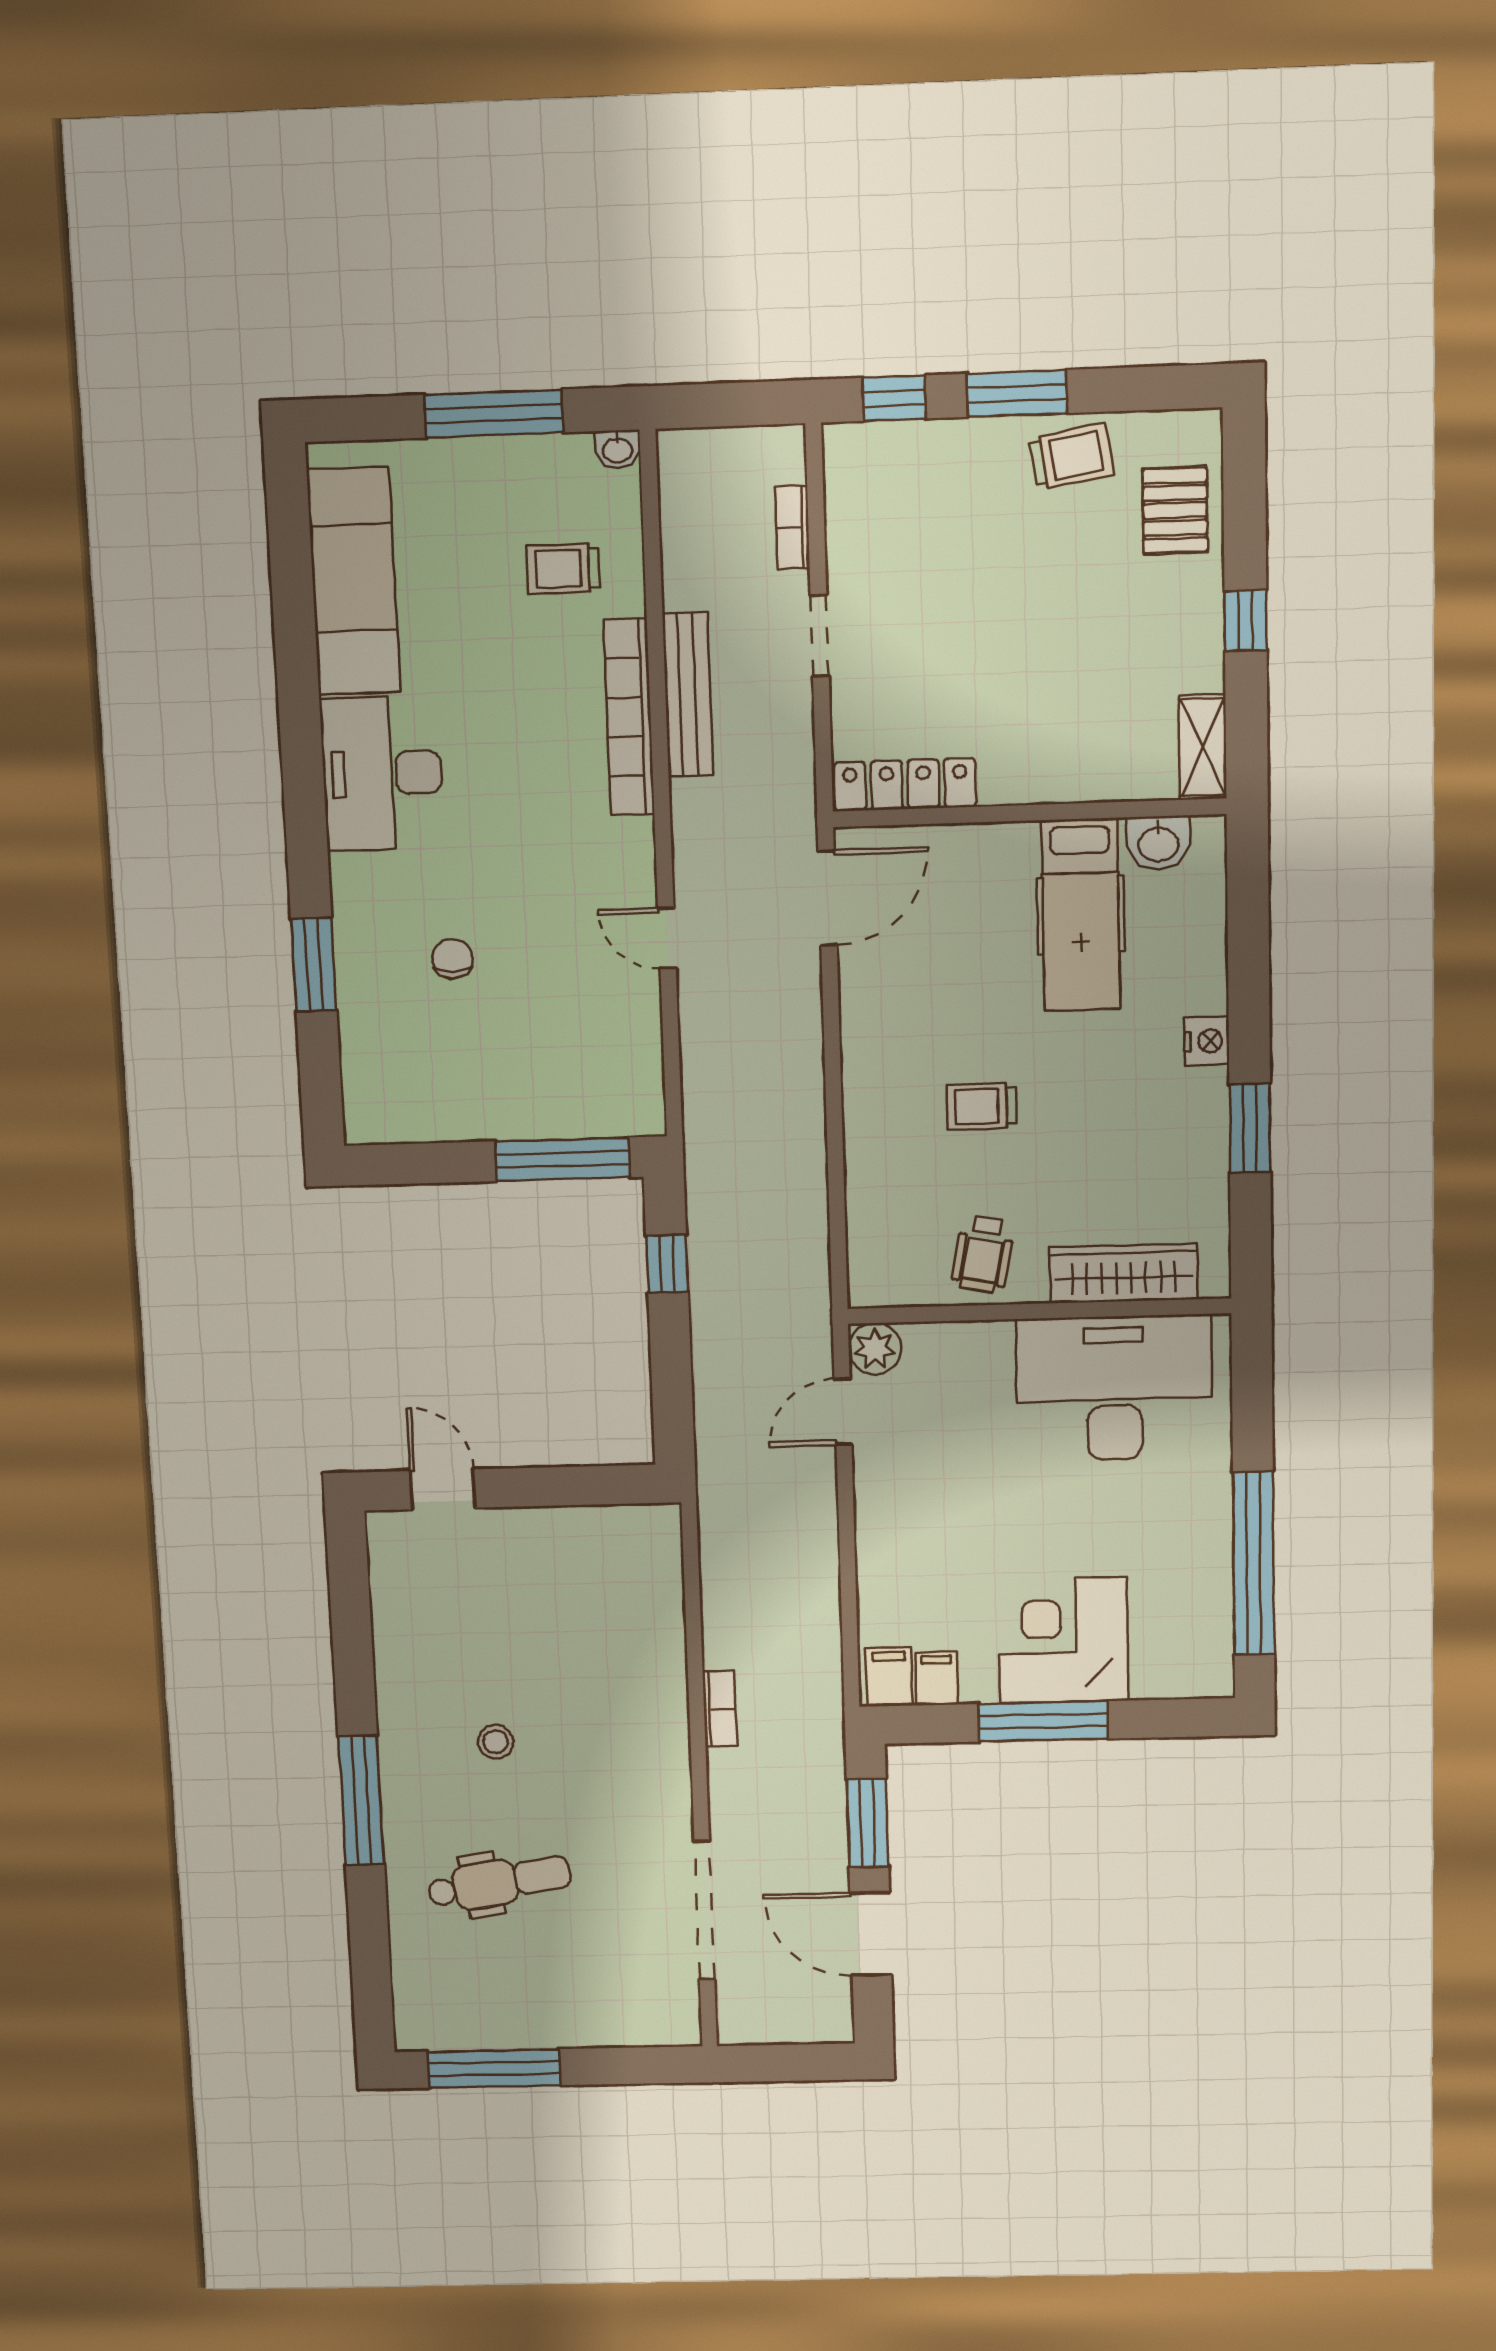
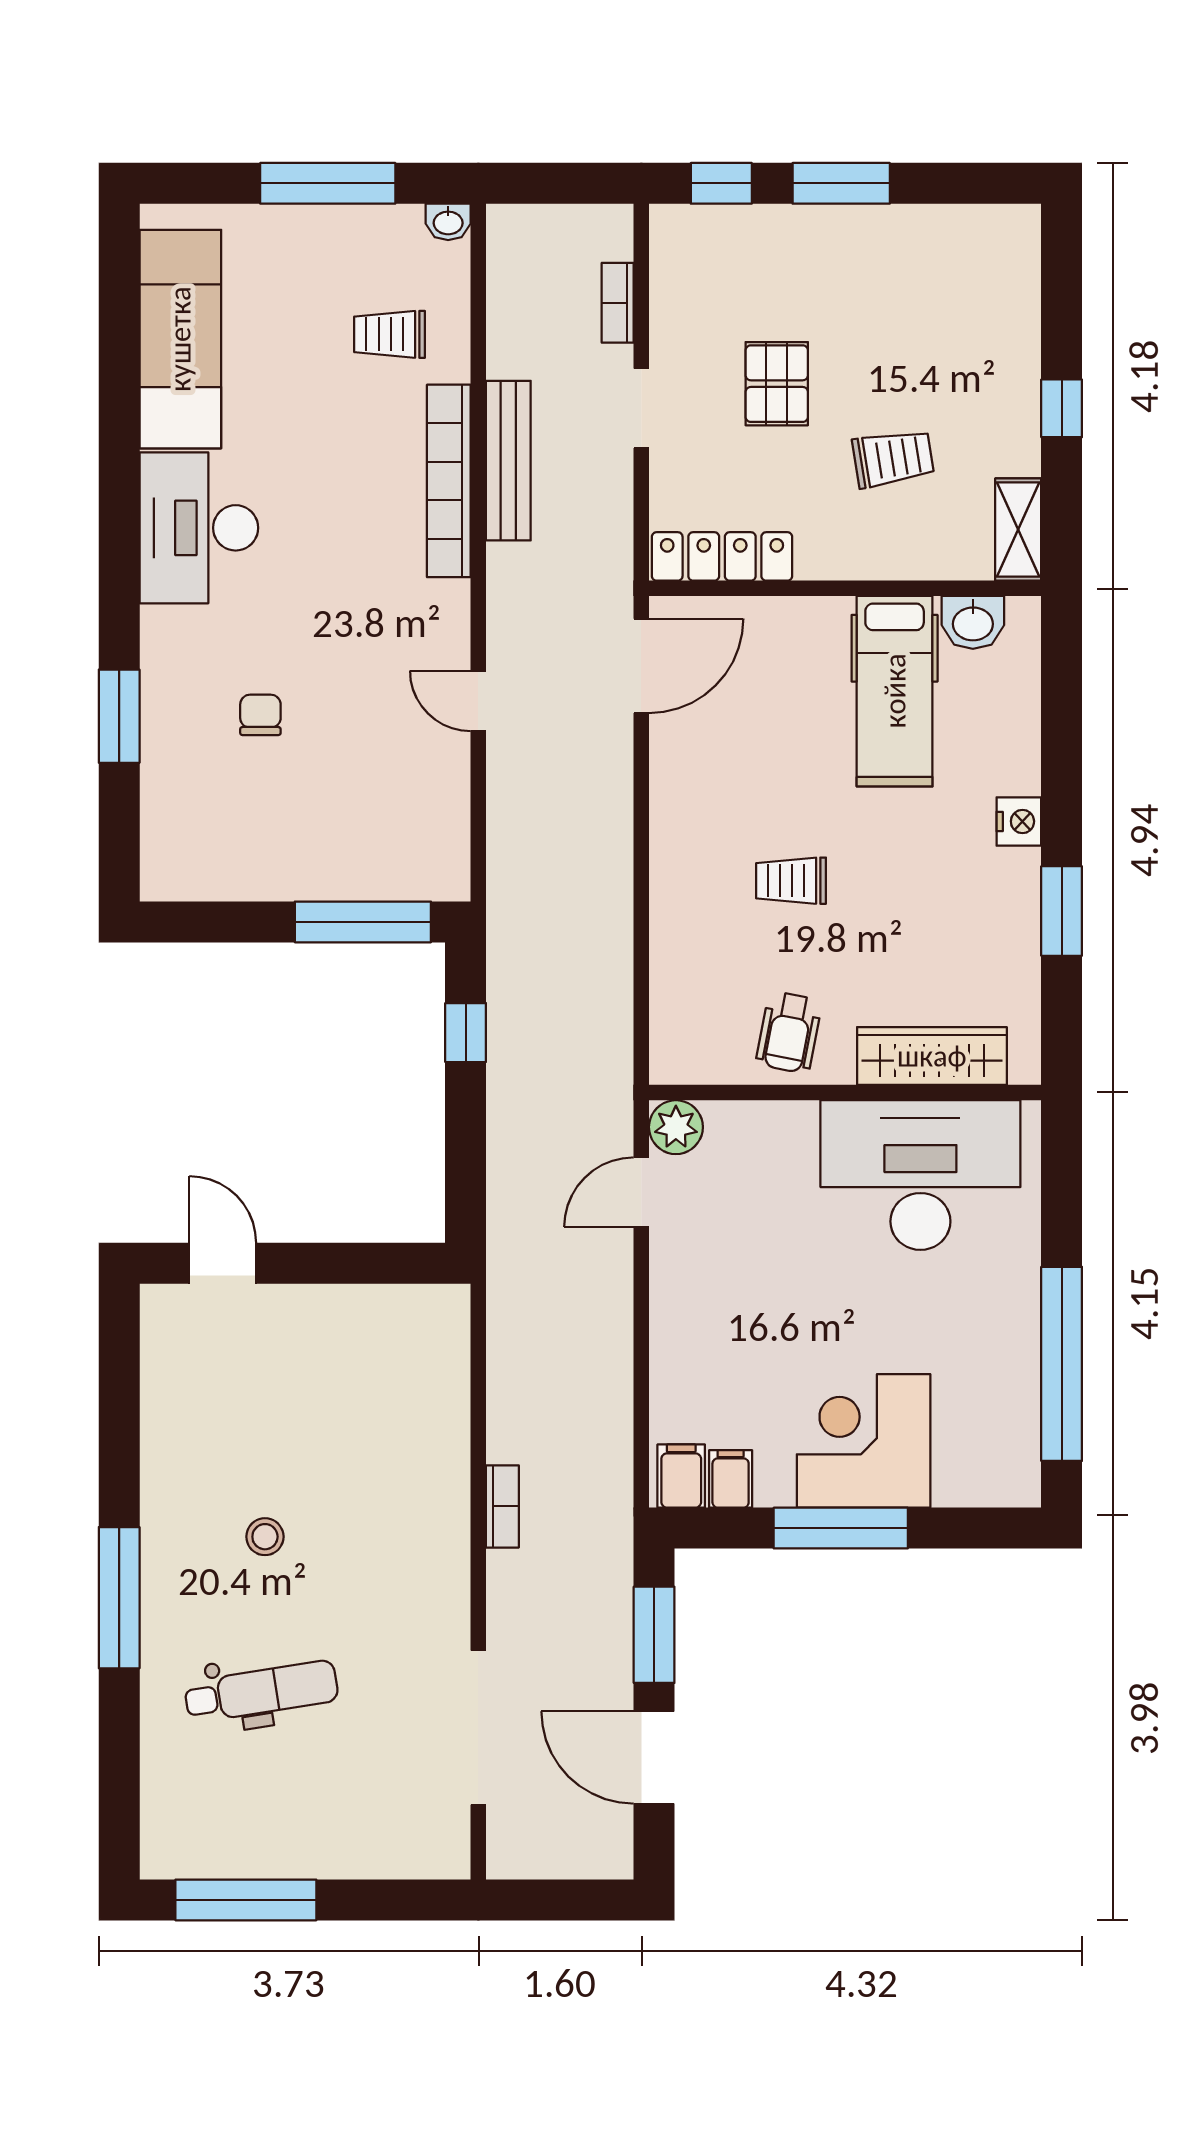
trolley: (1071, 457) -> (893, 458), moved
pallet: (1175, 510) -> (777, 384), moved

